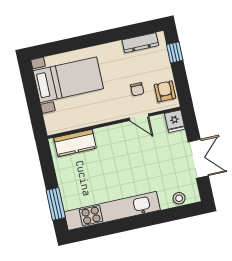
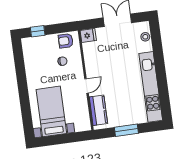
dresser: (140, 43) -> (28, 56), removed
door: (139, 117) -> (87, 86), moved
window: (56, 204) -> (126, 130), moved

